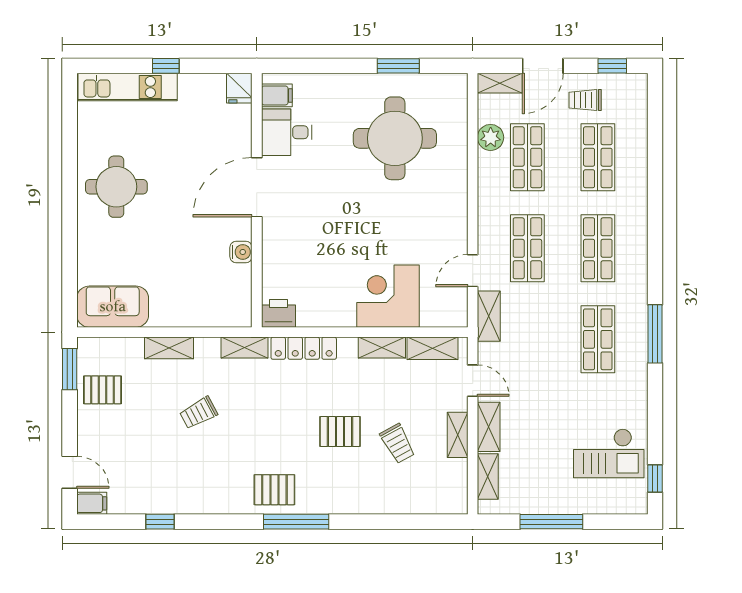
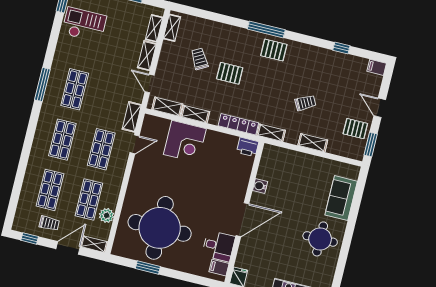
round table: (395, 138) -> (160, 228), width x1.36, depth x1.36
sofa: (113, 307) -> (341, 198), moved, turned 90
shelving: (458, 435) -> (172, 28), moved
door: (70, 472) -> (380, 108), moved

